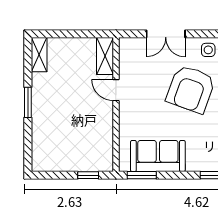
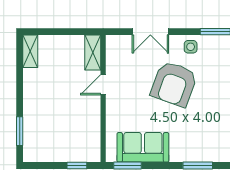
door: (116, 90) -> (103, 85), hinge flipped
window: (28, 102) -> (20, 131), moved

